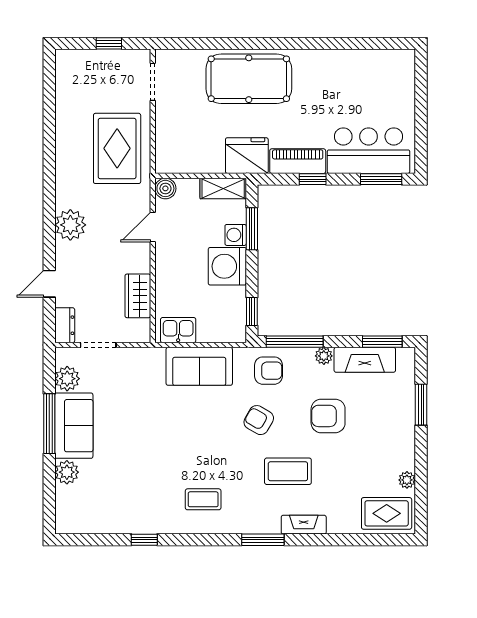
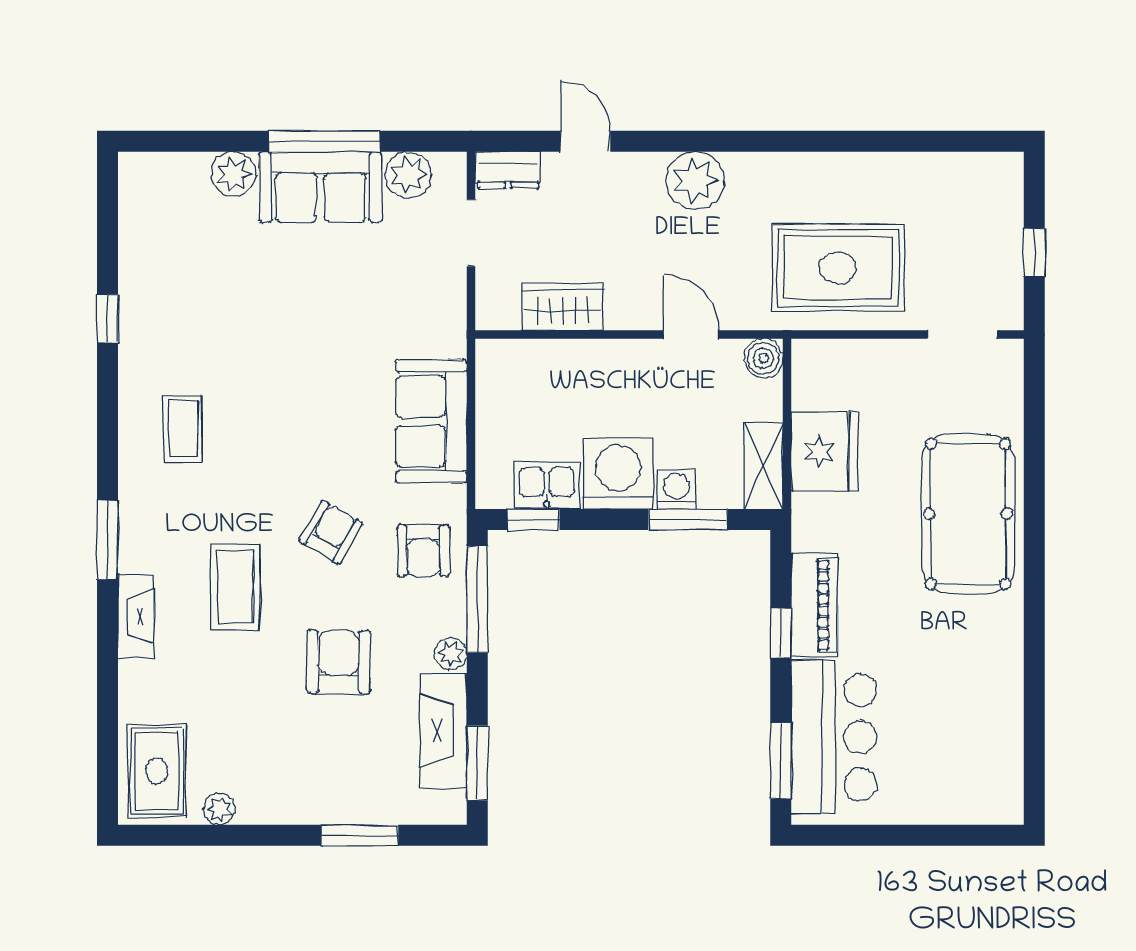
fridge: (247, 156) -> (825, 452), moved
kitchen sink: (178, 330) -> (547, 485), moved, turned -90

